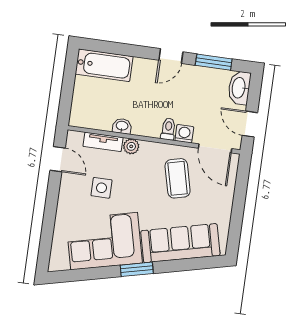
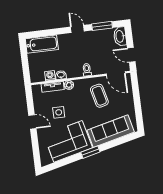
door: (171, 56) -> (77, 29), swing flipped
washing machine: (184, 134) -> (50, 76), moved
door: (58, 159) -> (32, 122), moved

